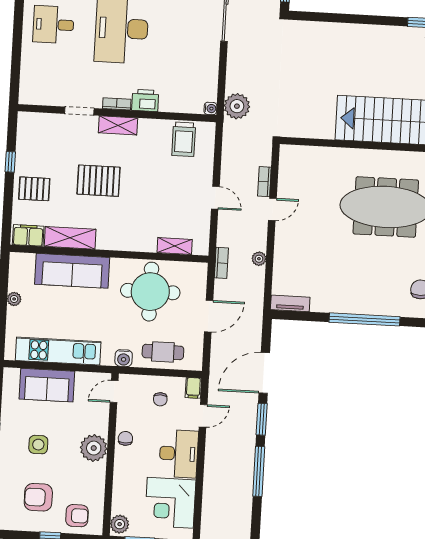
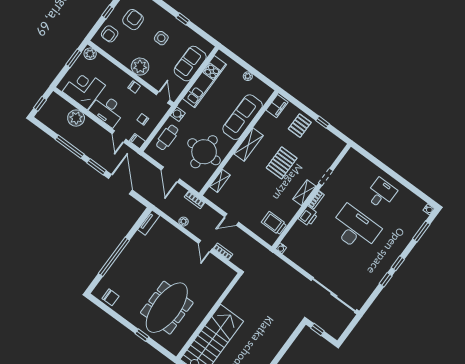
plant: (237, 106) -> (76, 118), moved
shelving: (70, 238) -> (248, 145), moved

